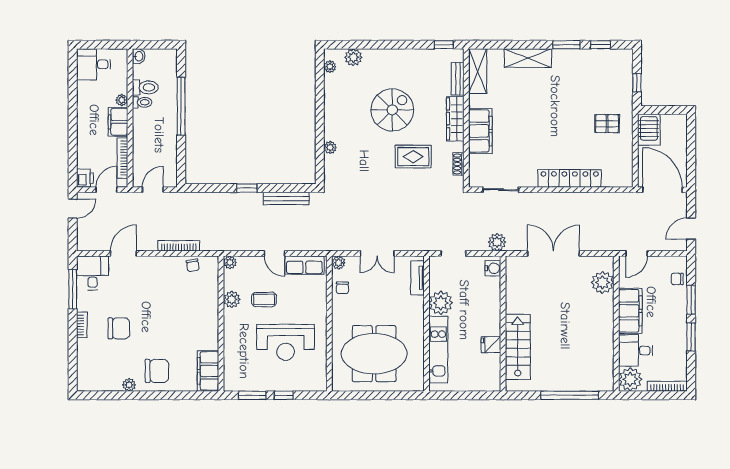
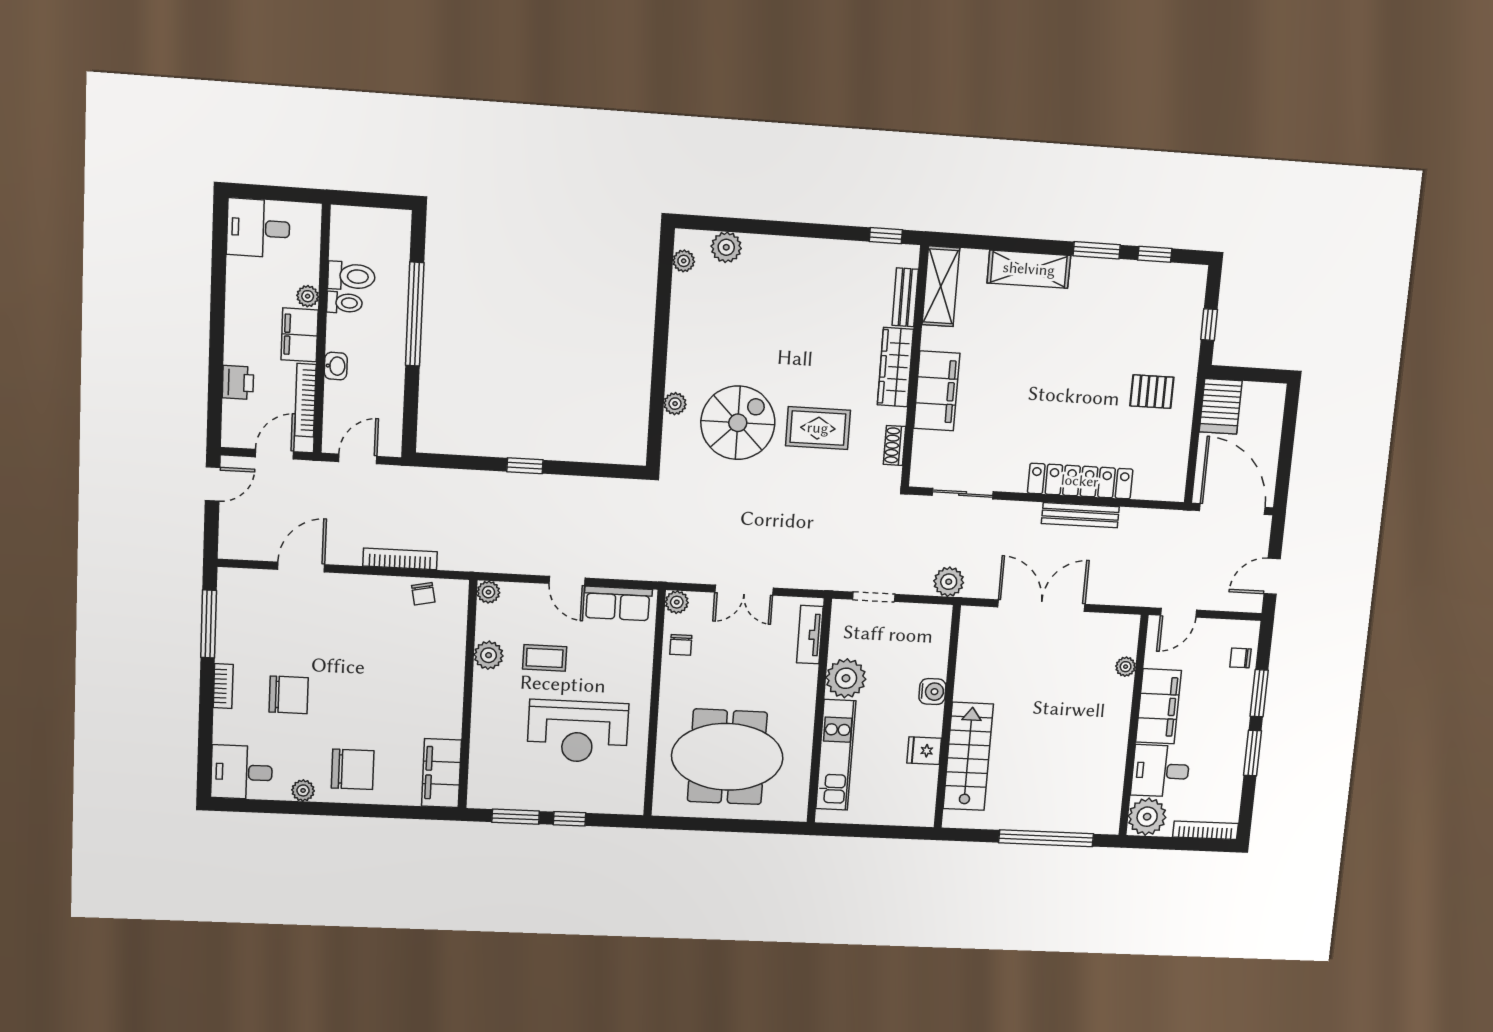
washbasin: (139, 56) -> (336, 366), moved
spiral stairs: (392, 110) -> (738, 423), moved
printer: (85, 178) -> (238, 382), moved
bench: (286, 198) -> (1080, 515), moved
water cooler: (493, 268) -> (932, 692), moved
desk: (93, 273) -> (242, 772), moved, turned -90
plant: (603, 282) -> (1126, 667), width x0.53, depth x0.53

